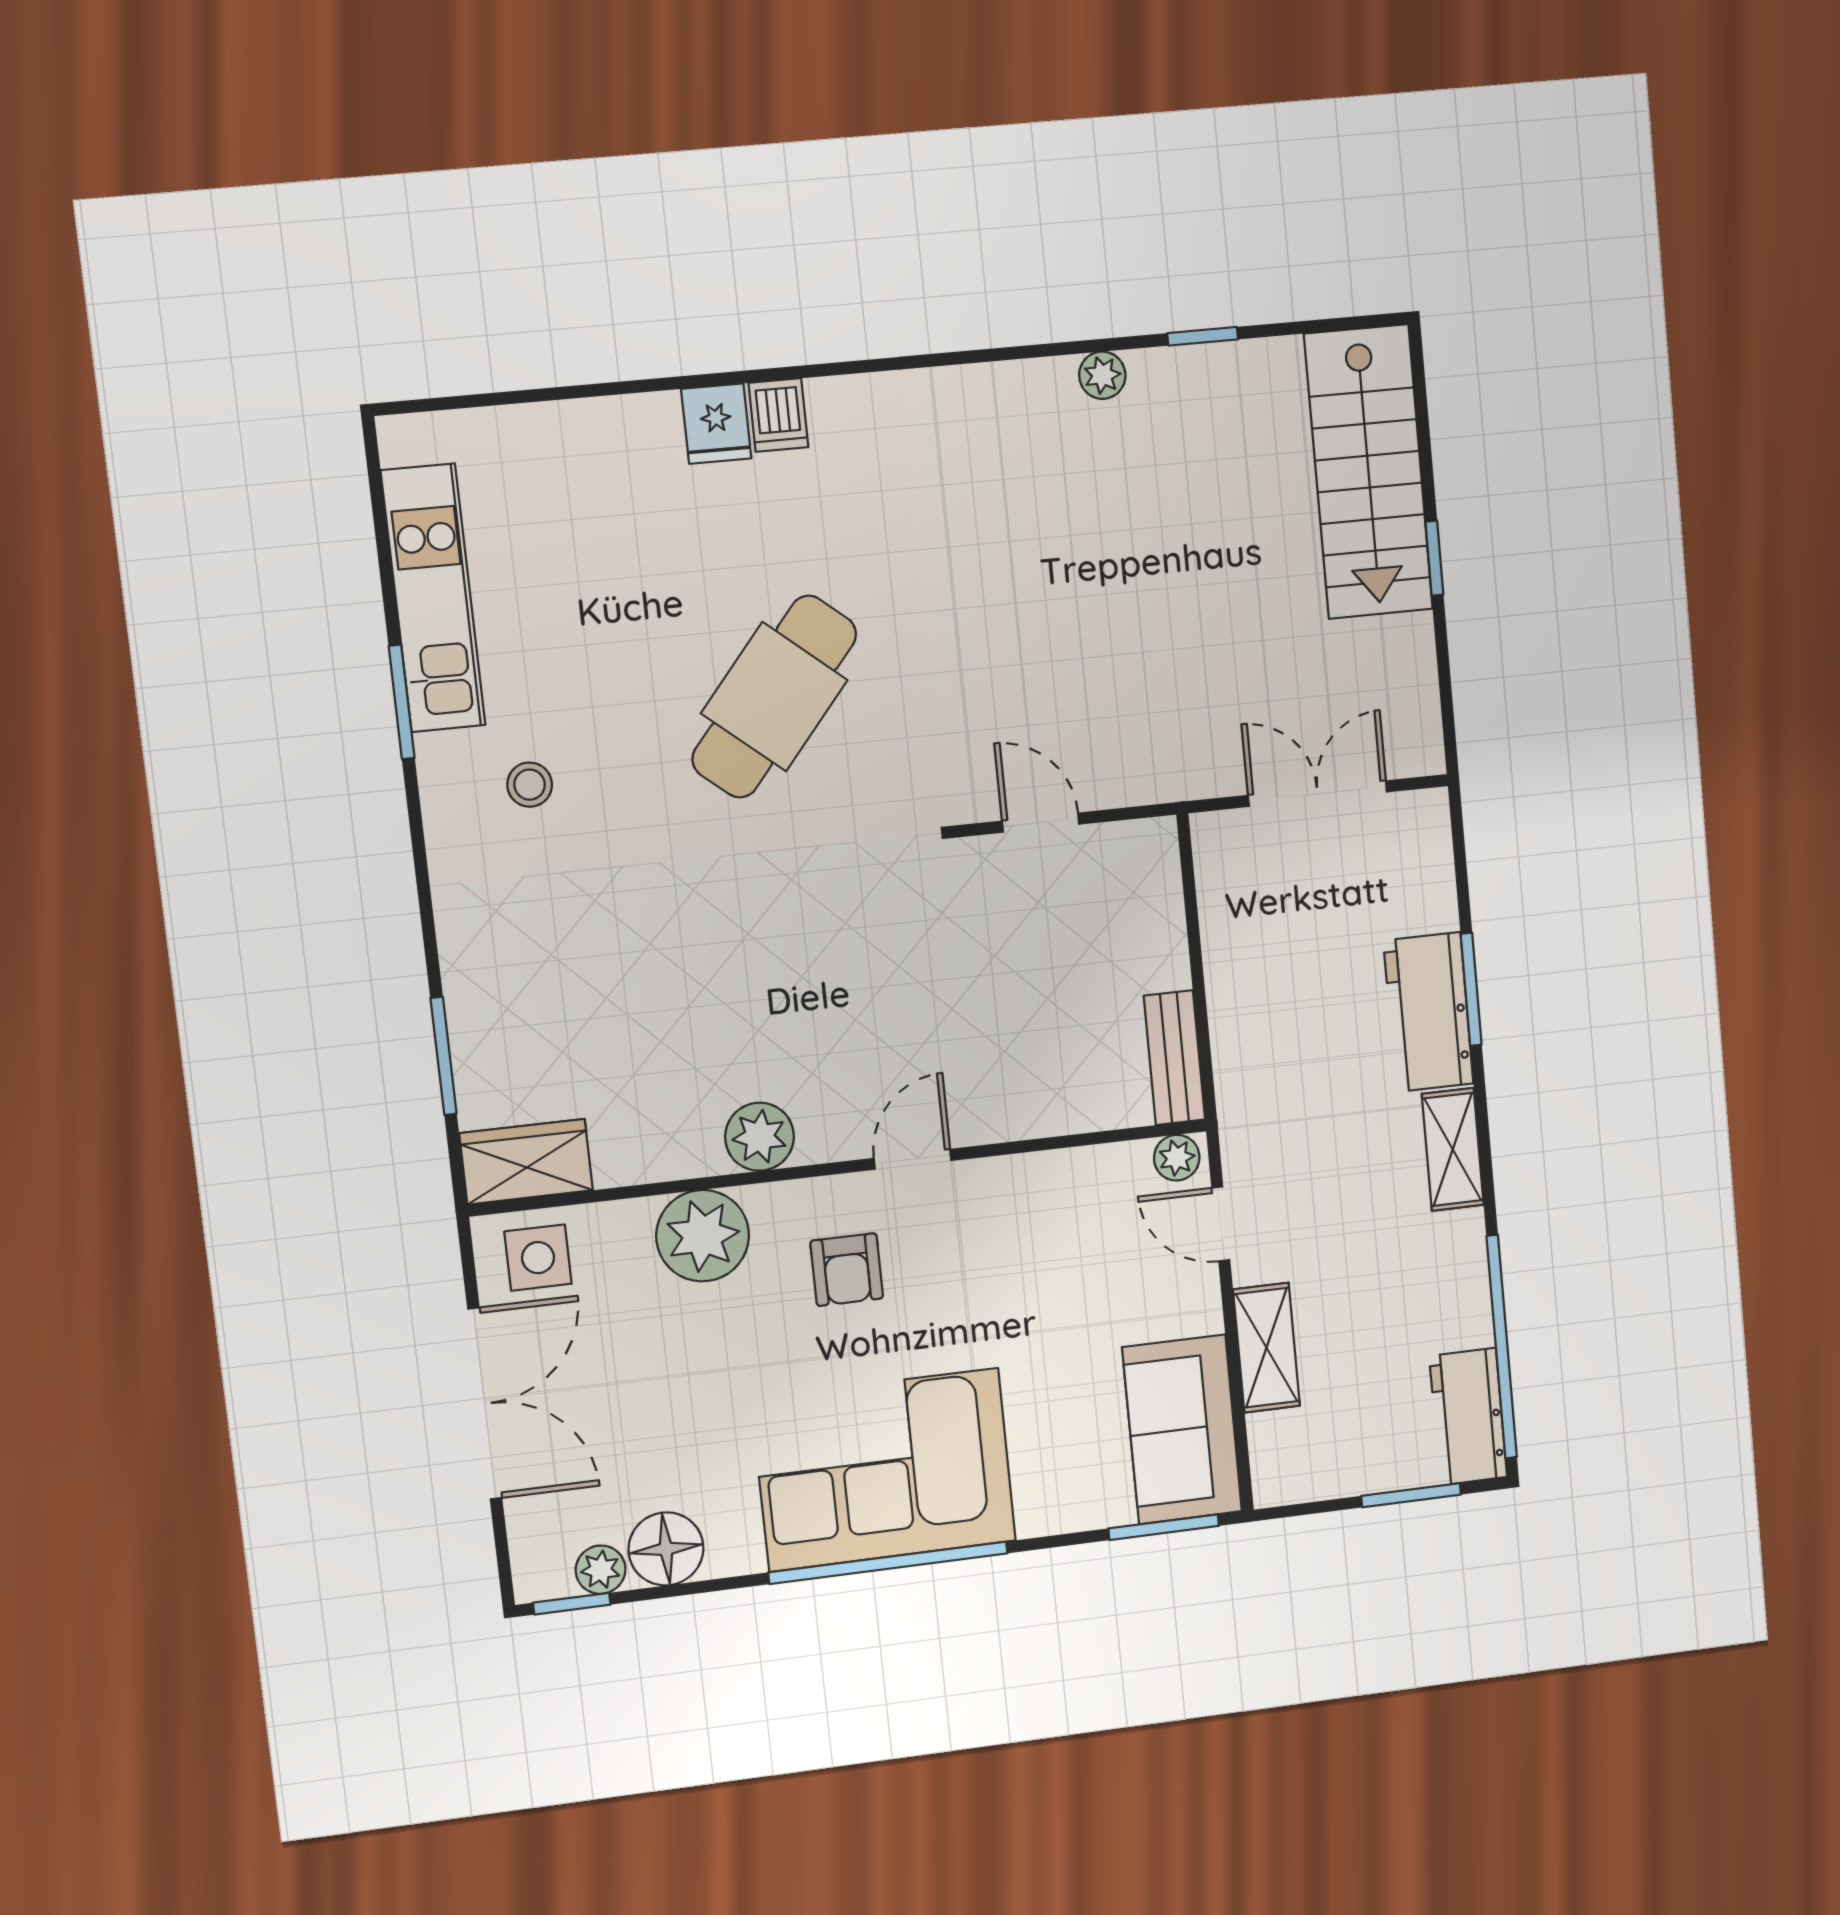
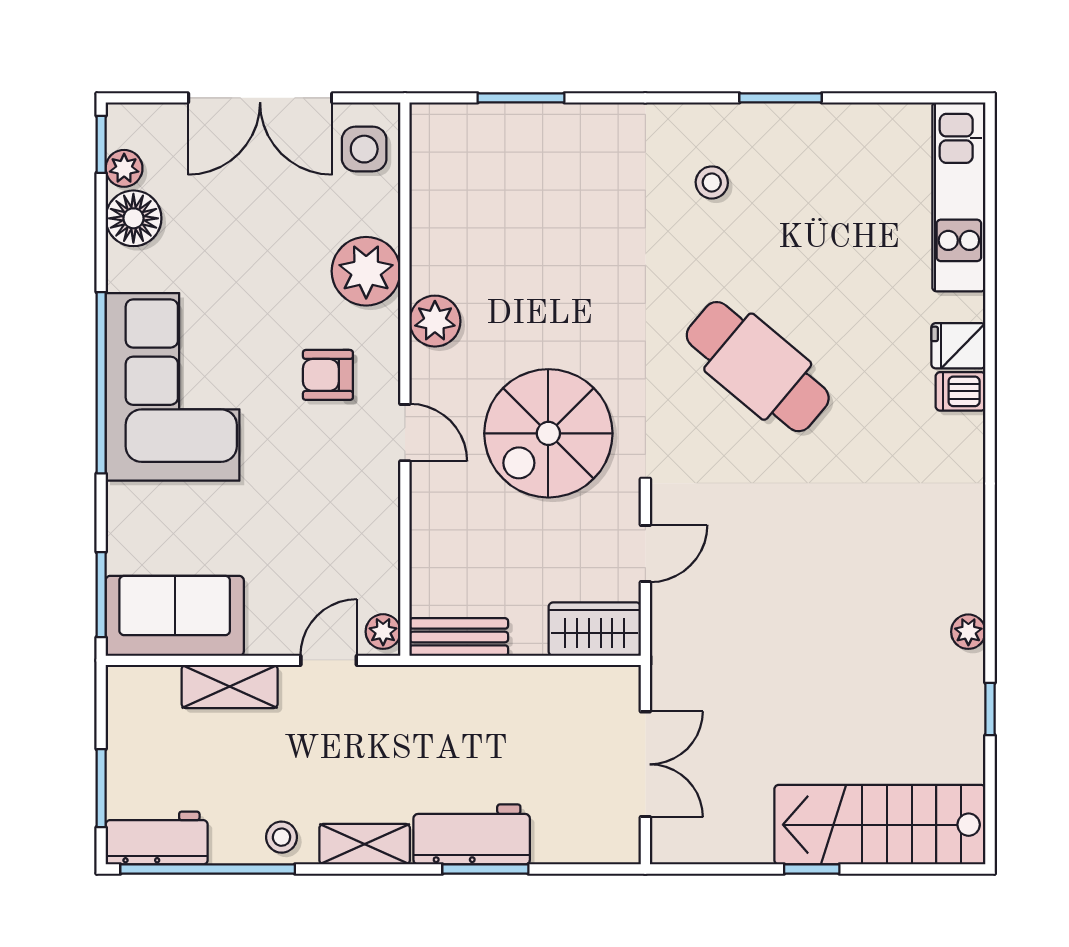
kitchen unit: (433, 598) -> (959, 197), moved, turned 90
spiral stairs: (894, 969) -> (548, 433), added
wardrobe: (526, 1162) -> (595, 629), moved, turned -90
stool: (1453, 1257) -> (282, 837), added

